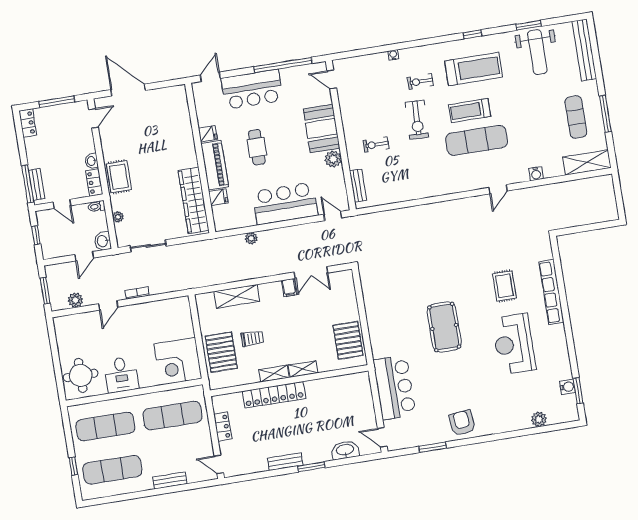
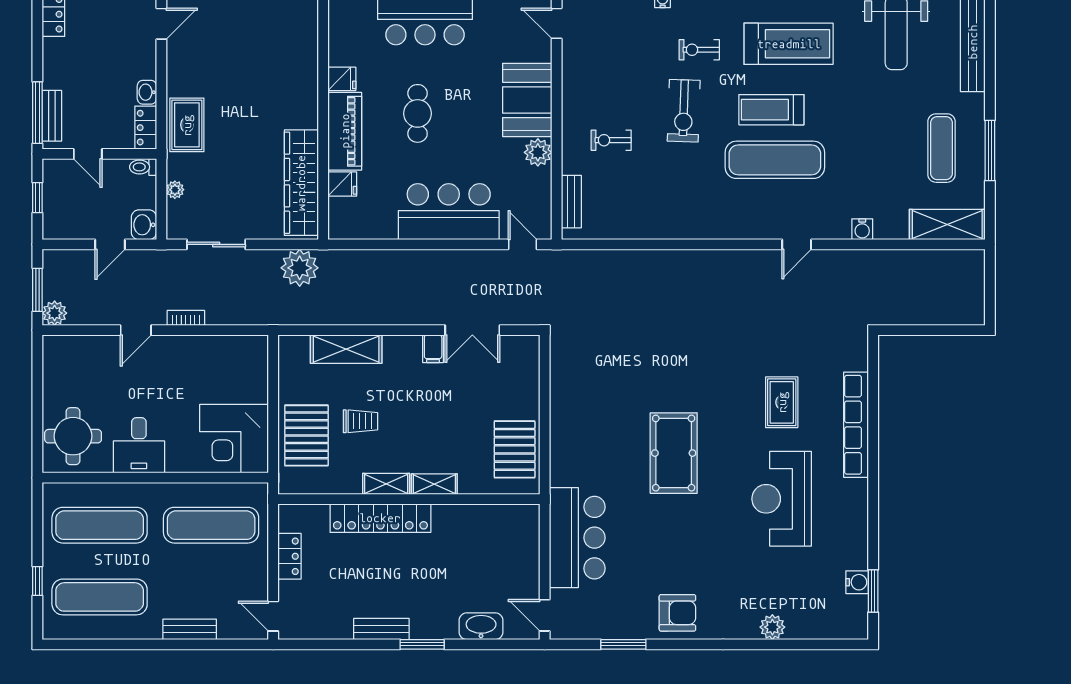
plant: (251, 238) -> (300, 268), moved, width x1.87, depth x1.87
plant: (75, 300) -> (55, 313), moved
plant: (539, 419) -> (772, 627), moved
armchair: (462, 423) -> (677, 613), turned 96

